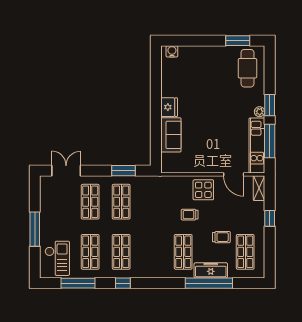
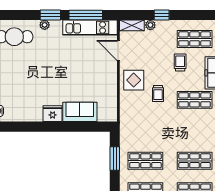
plant: (260, 112) -> (45, 25), moved
door: (234, 174) -> (118, 50), swing flipped
plant: (259, 207) -> (150, 25), added

